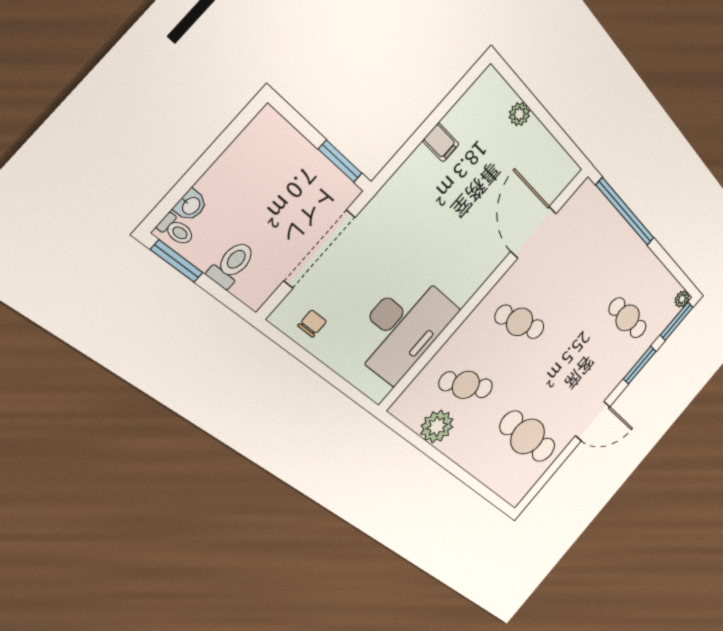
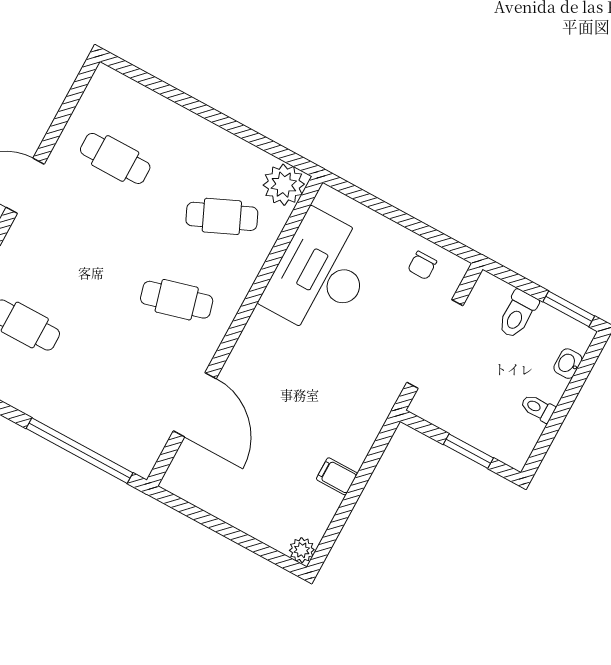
plant: (519, 114) -> (302, 550), moved
window: (340, 161) -> (468, 451), moved
toilet: (176, 230) -> (538, 408), moved
plant: (437, 426) -> (284, 185), moved
cafe table: (528, 436) -> (115, 158), width x0.73, depth x0.74

